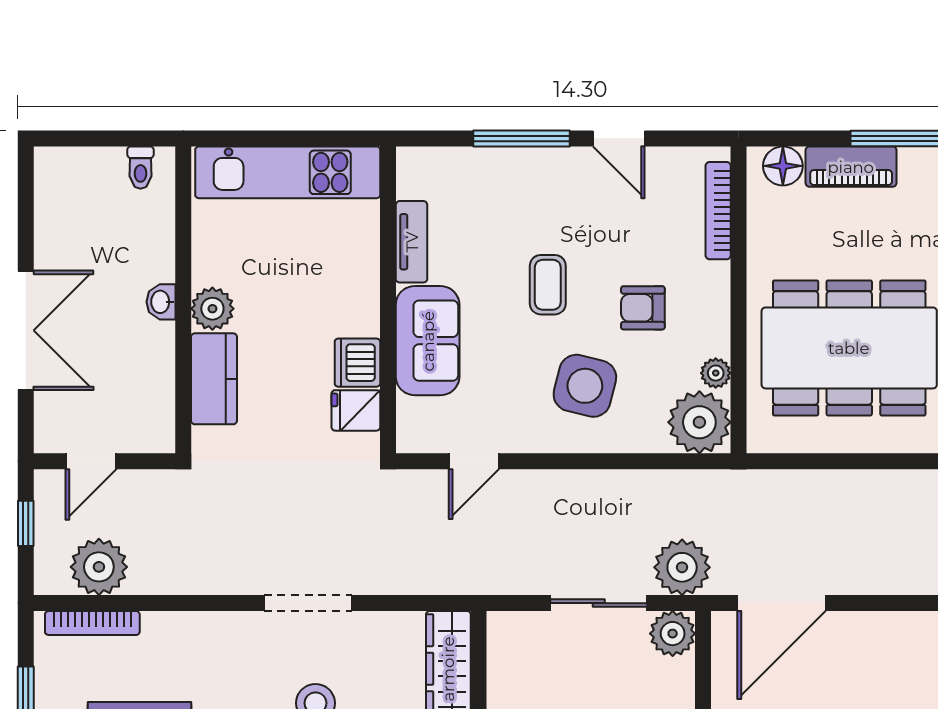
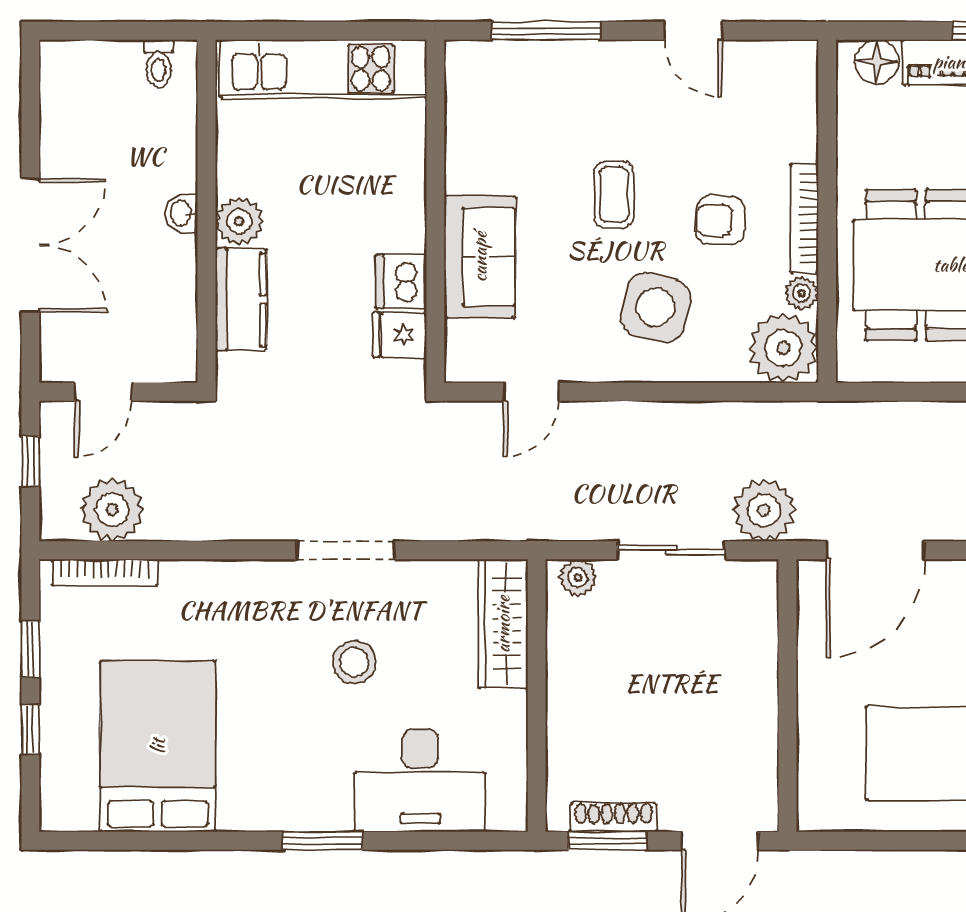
window: (521, 138) -> (546, 31), moved
bookcase: (718, 211) -> (804, 218), moved
tv unit: (412, 242) -> (462, 146), removed
plant: (673, 634) -> (578, 577), moved, width x0.73, depth x0.73

